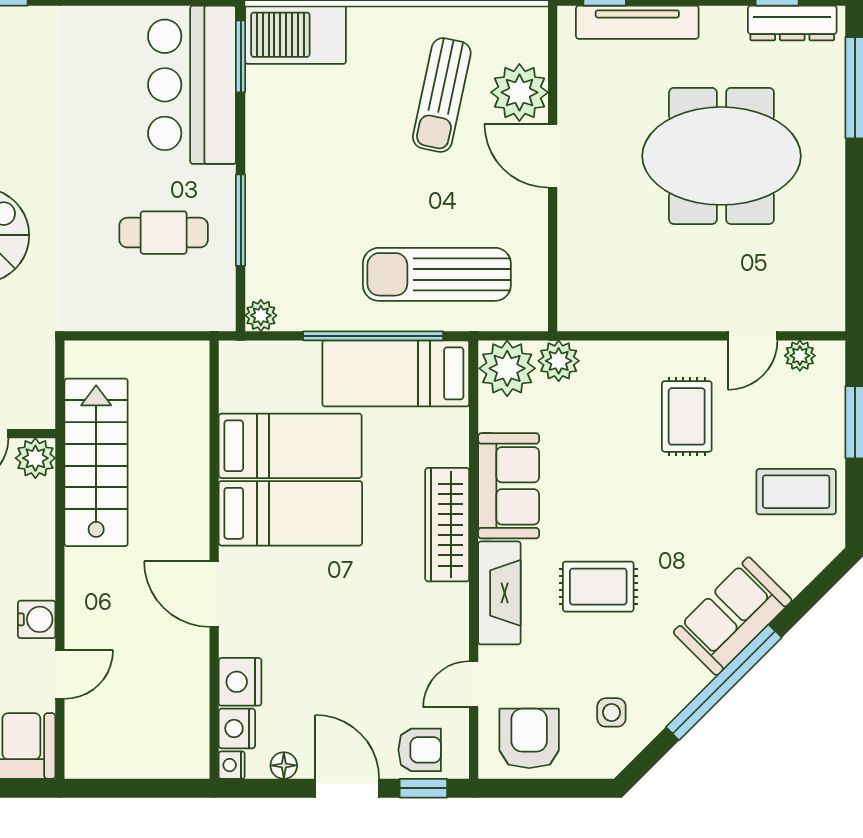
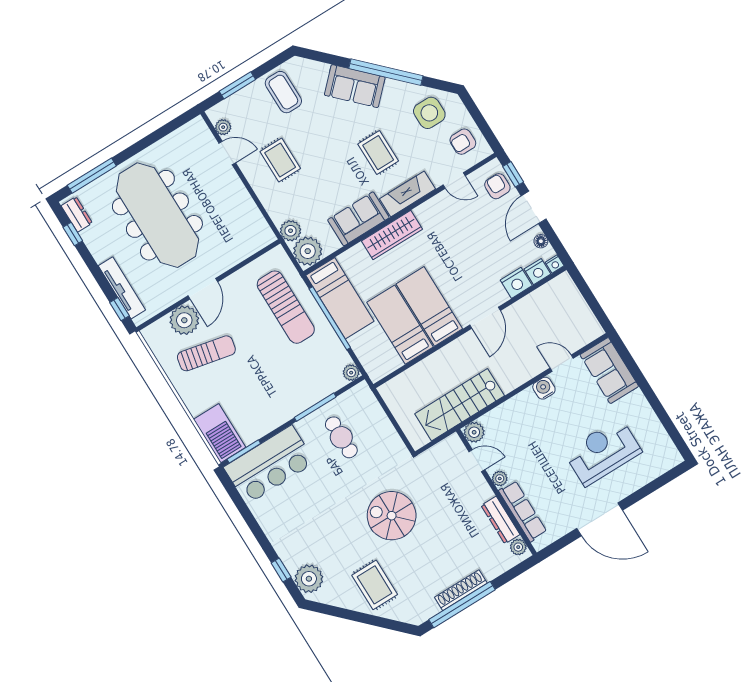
dresser: (792, 23) -> (77, 214), width x0.70
meeting table: (721, 156) -> (157, 215), width x1.36
rug: (687, 416) -> (280, 160), turned 90
side table: (611, 712) -> (429, 113), width x1.87, depth x1.87
armchair: (529, 738) -> (463, 142), width x0.72, depth x0.72

